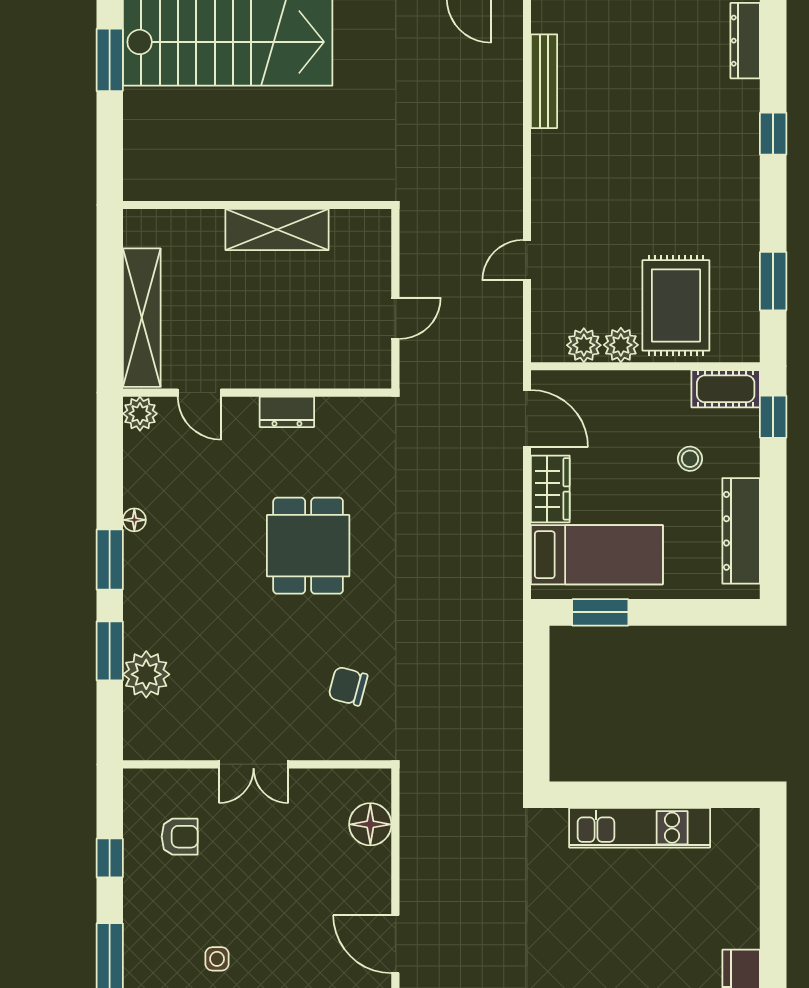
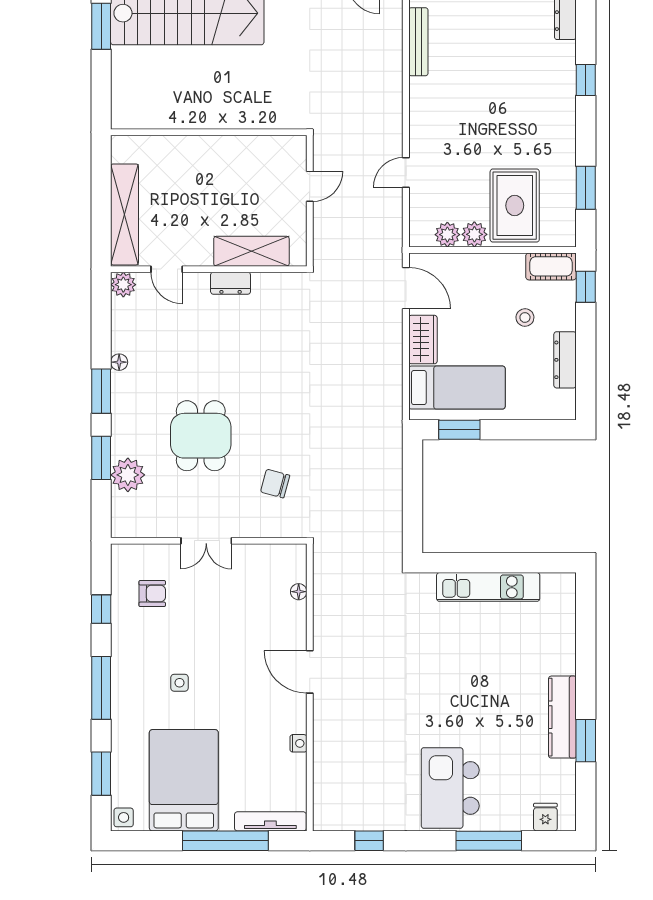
shelving: (277, 230) -> (251, 251), moved
door: (395, 318) -> (310, 186), moved
dresser: (741, 531) -> (565, 360), width x0.73, depth x0.80
dining table: (308, 546) -> (201, 436), moved
floor lamp: (370, 824) -> (299, 592), width x0.53, depth x0.53

